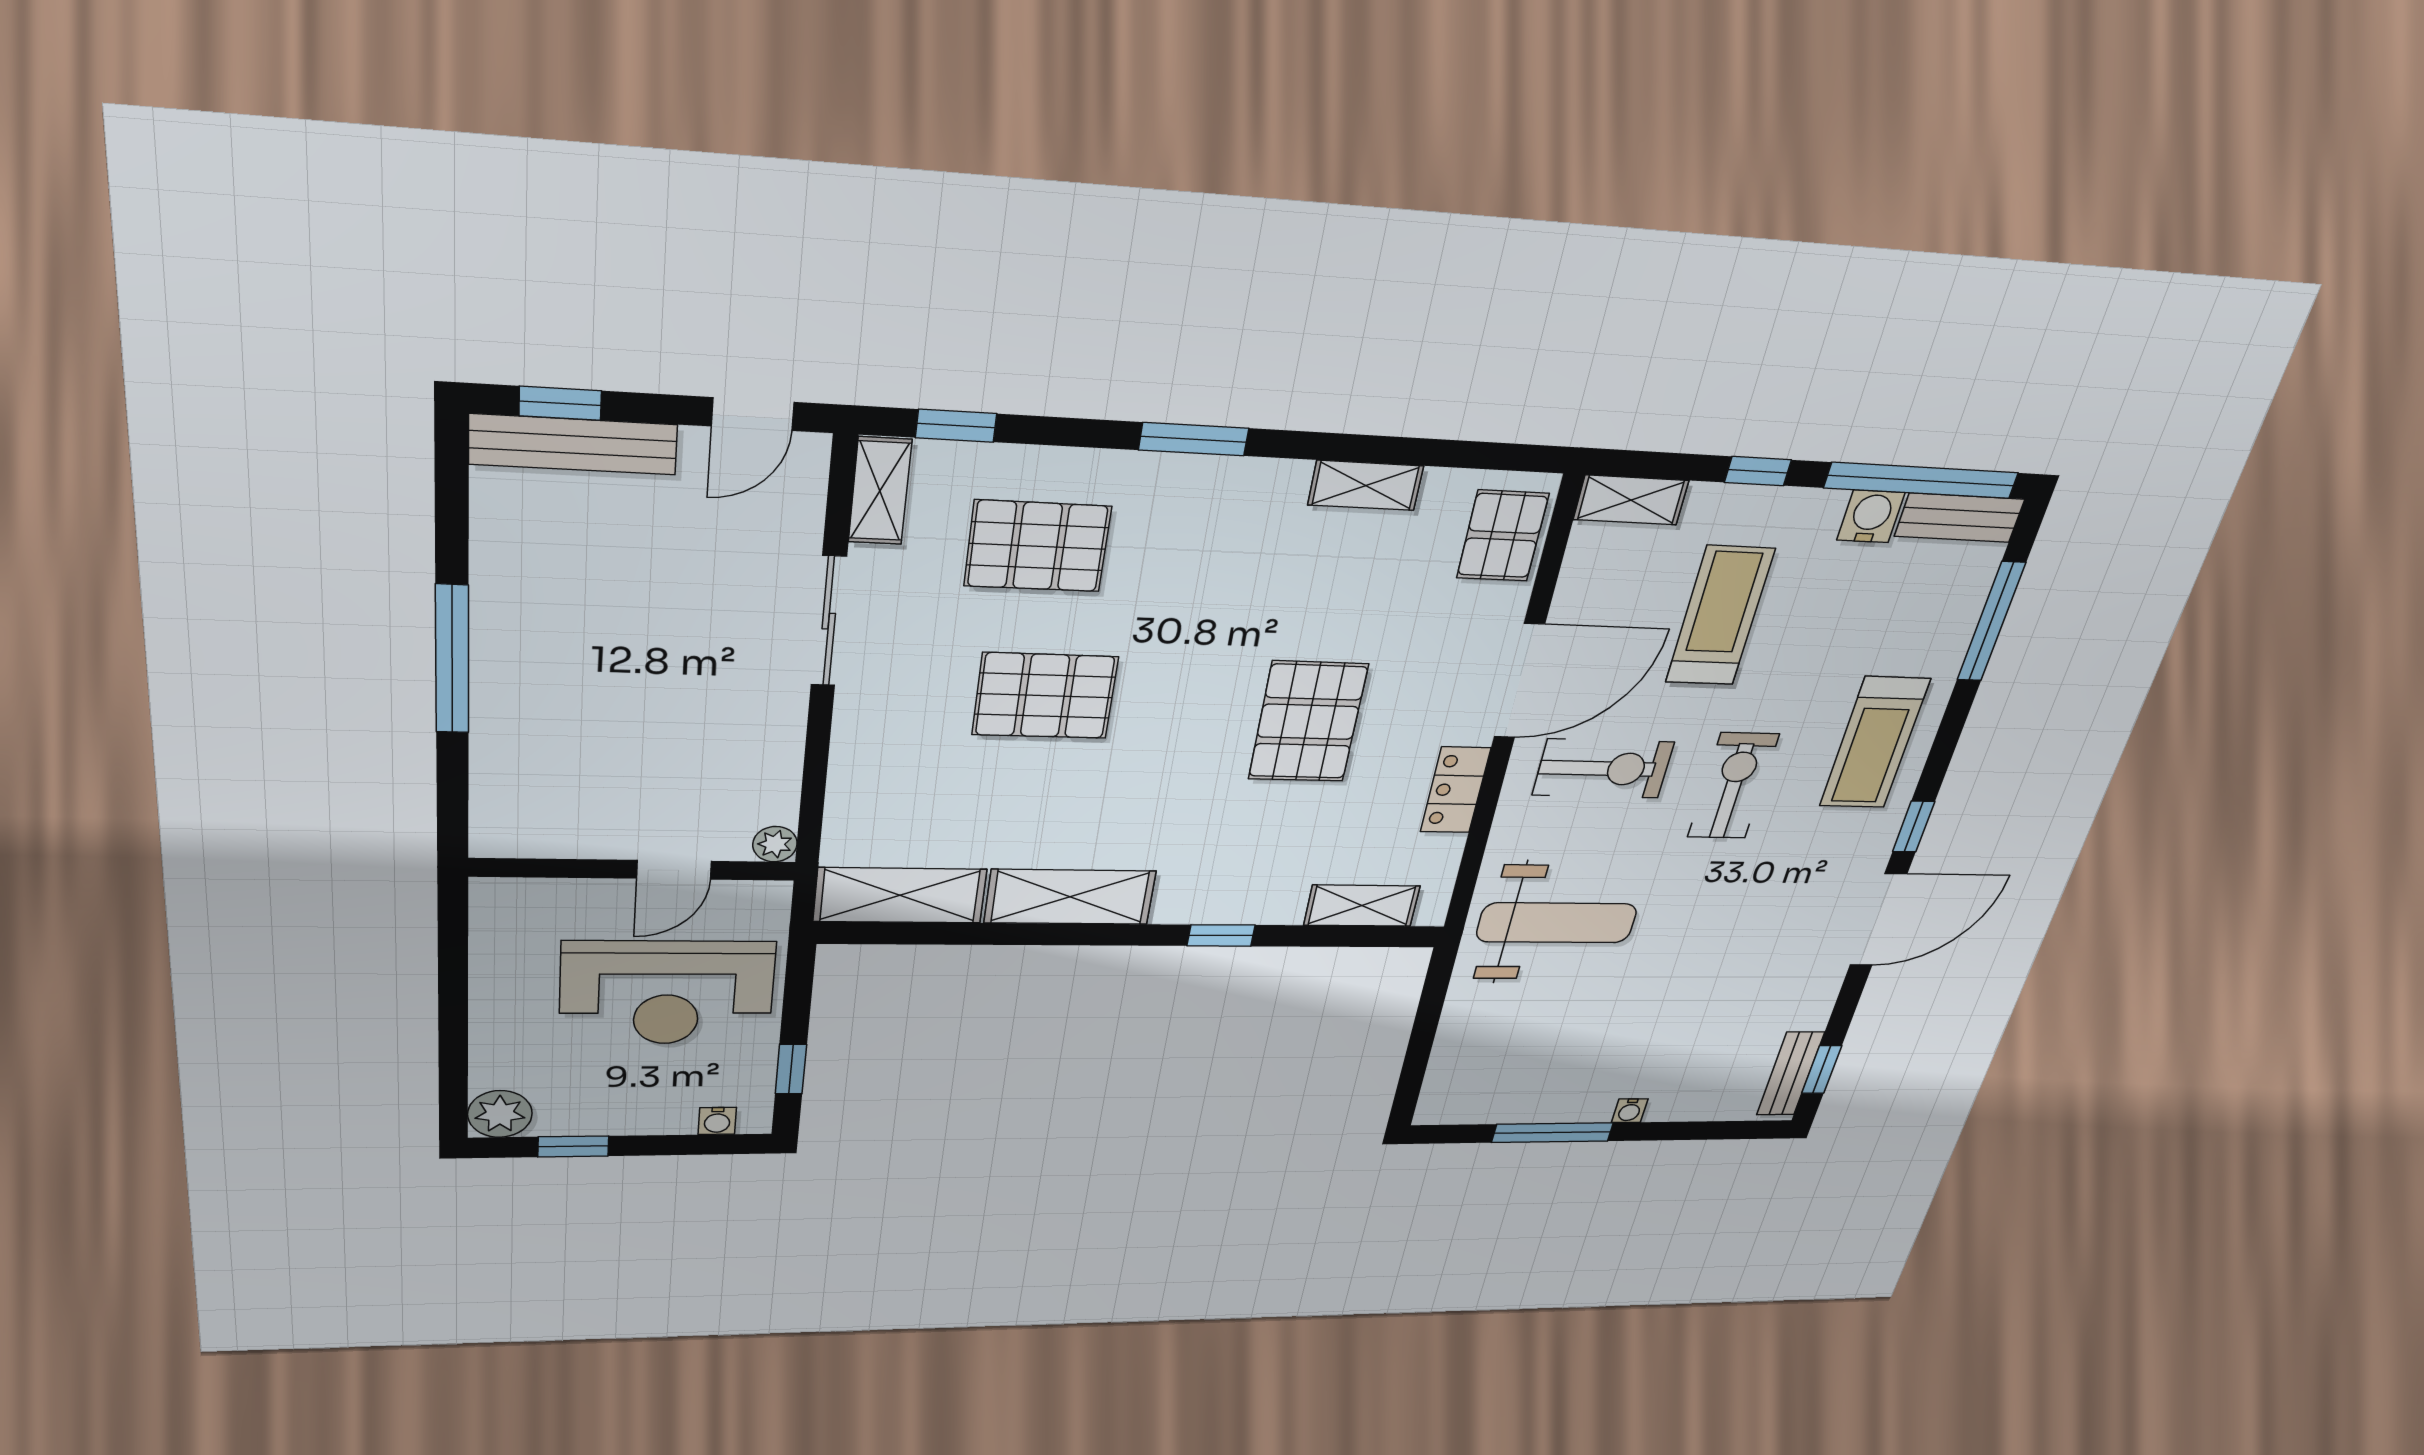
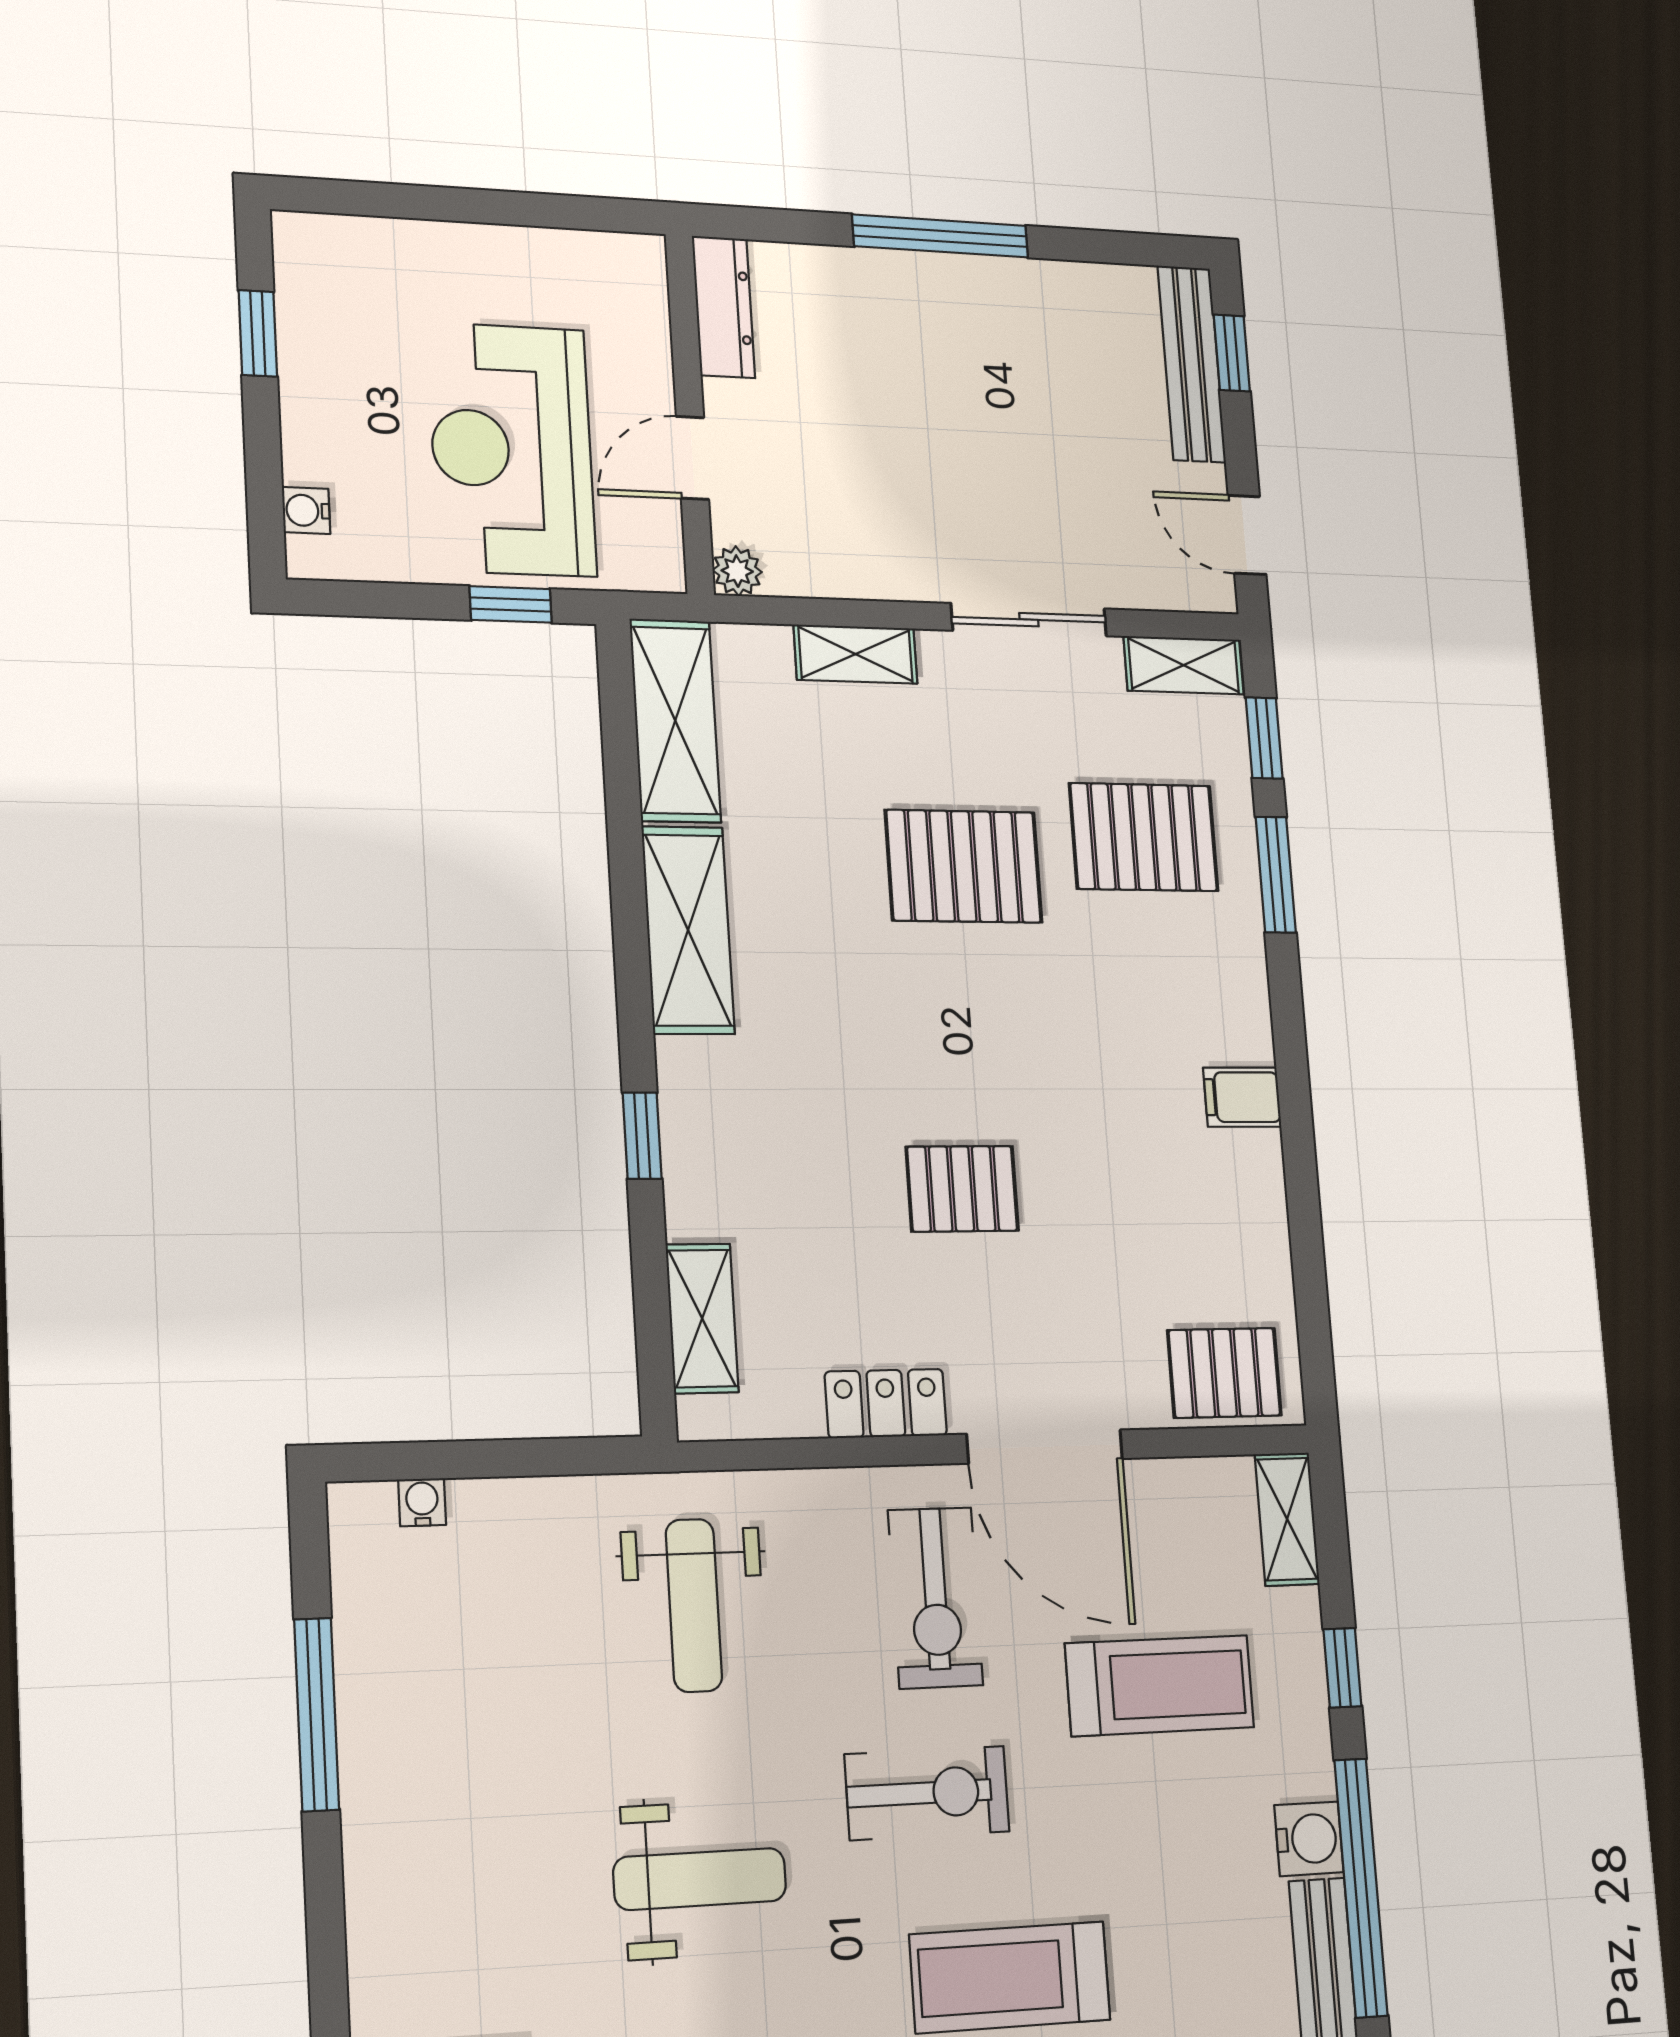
window: (1194, 439) -> (1276, 875), moved
shelving: (1366, 485) -> (856, 654), moved, turned 90
filing cabinet: (1280, 490) -> (1242, 1097), added
pallet: (1037, 546) -> (1144, 837), turned 90
pallet: (1045, 696) -> (964, 866), turned 90
pallet: (1308, 722) -> (962, 1189), width x0.67, depth x0.71
dresser: (534, 838) -> (724, 307), added
door: (674, 870) -> (692, 458), hinge flipped
weight bench: (1557, 923) -> (694, 1605), width x0.73, depth x0.75
weight bench: (1733, 930) -> (700, 1879), added
window: (791, 1069) -> (511, 604), moved
water cooler: (1630, 1111) -> (422, 1502), moved, turned 90
plant: (500, 1114) -> (310, 249), removed

